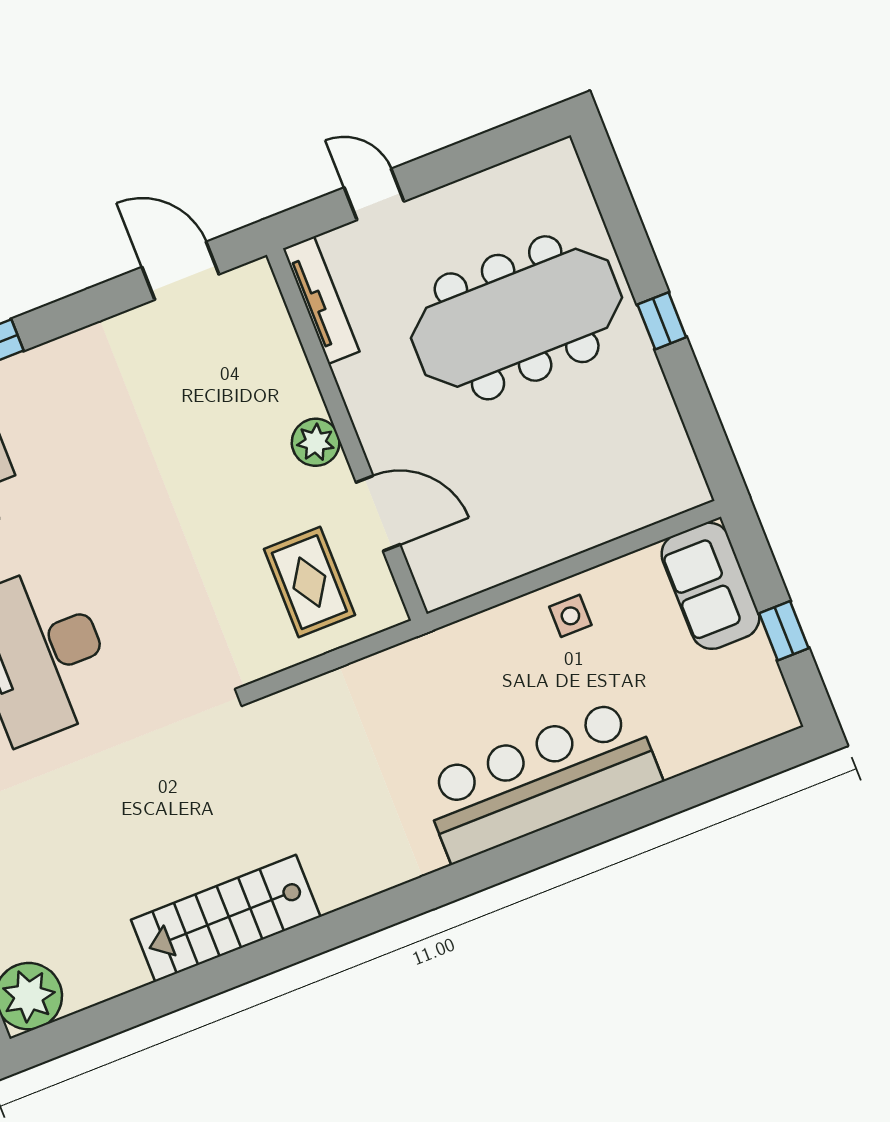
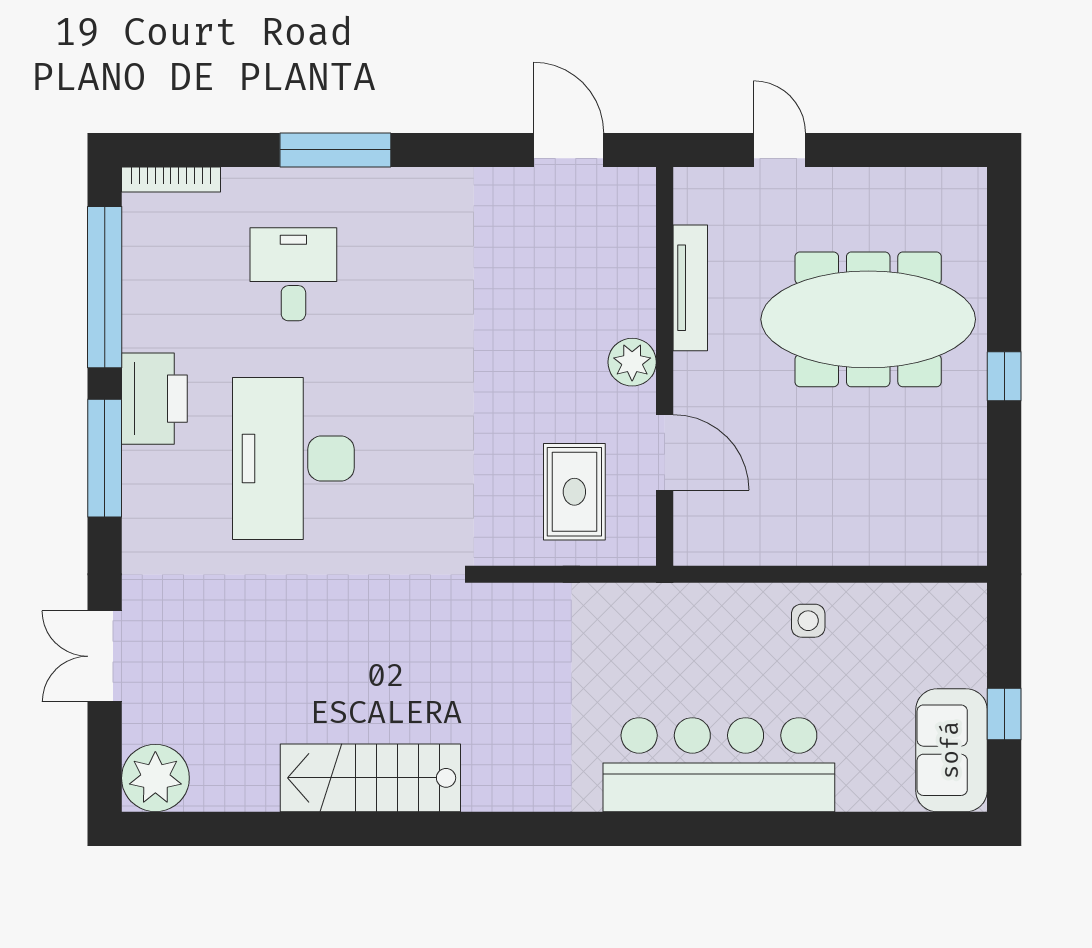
tv unit: (321, 300) -> (690, 288), moved
sofa: (710, 586) -> (951, 750), moved

